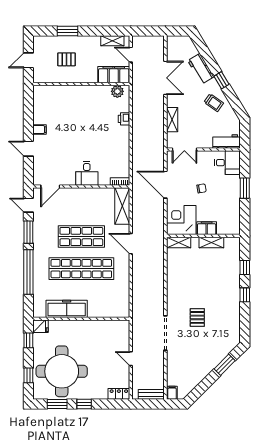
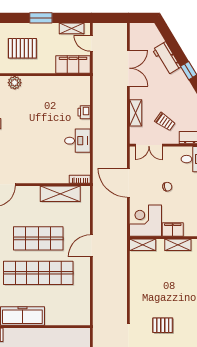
window: (67, 31) -> (41, 18), moved
pallet: (67, 59) -> (22, 48), width x1.50, depth x1.42
plant: (117, 91) -> (15, 83), moved
trolley: (214, 103) -> (165, 122), moved
desk: (87, 173) -> (77, 141), moved, turned -90
shelving: (122, 206) -> (60, 194), moved, turned 90
door: (131, 244) -> (91, 246), hinge flipped
pallet: (197, 317) -> (163, 325), turned 90

